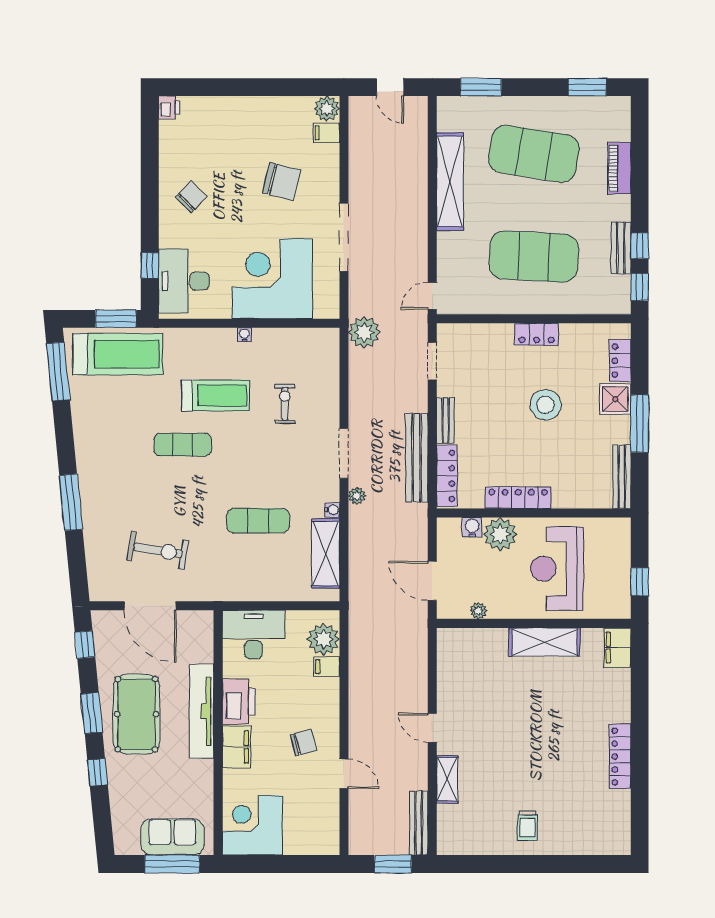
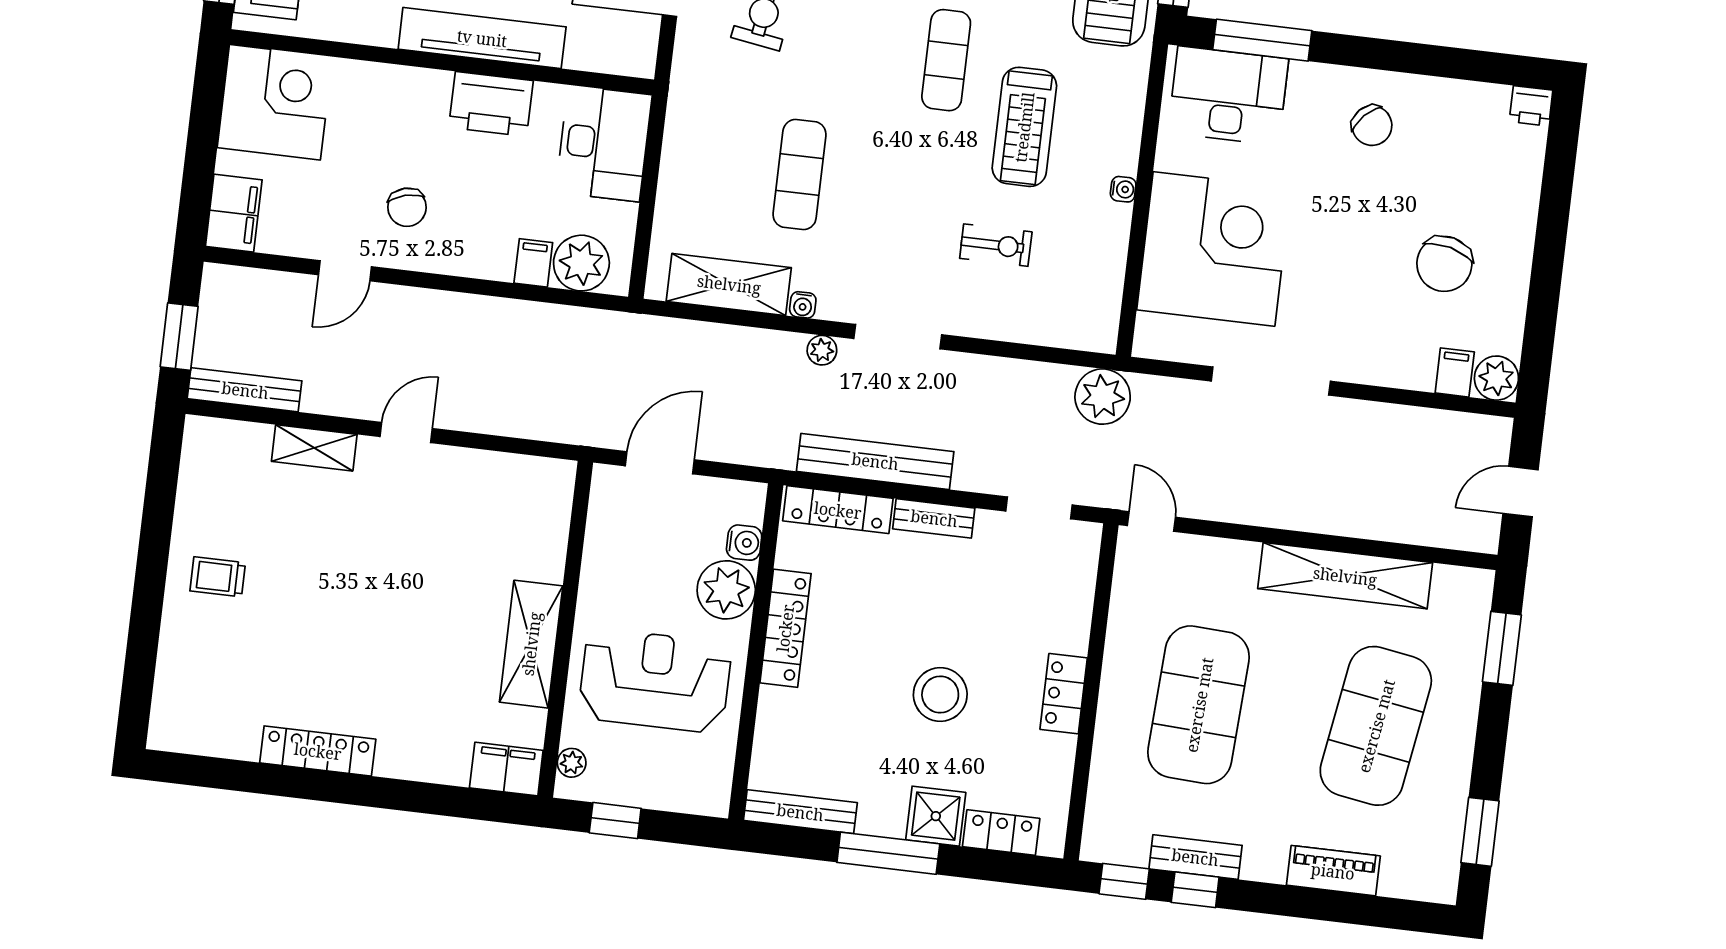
chair: (282, 181) -> (1444, 264), moved
window: (150, 265) -> (1262, 40), width x2.17
plant: (478, 611) -> (572, 763), moved
filing cabinet: (237, 747) -> (234, 213), moved, turned -90

